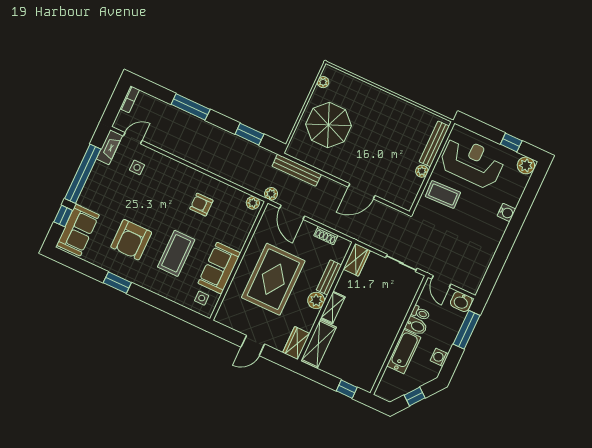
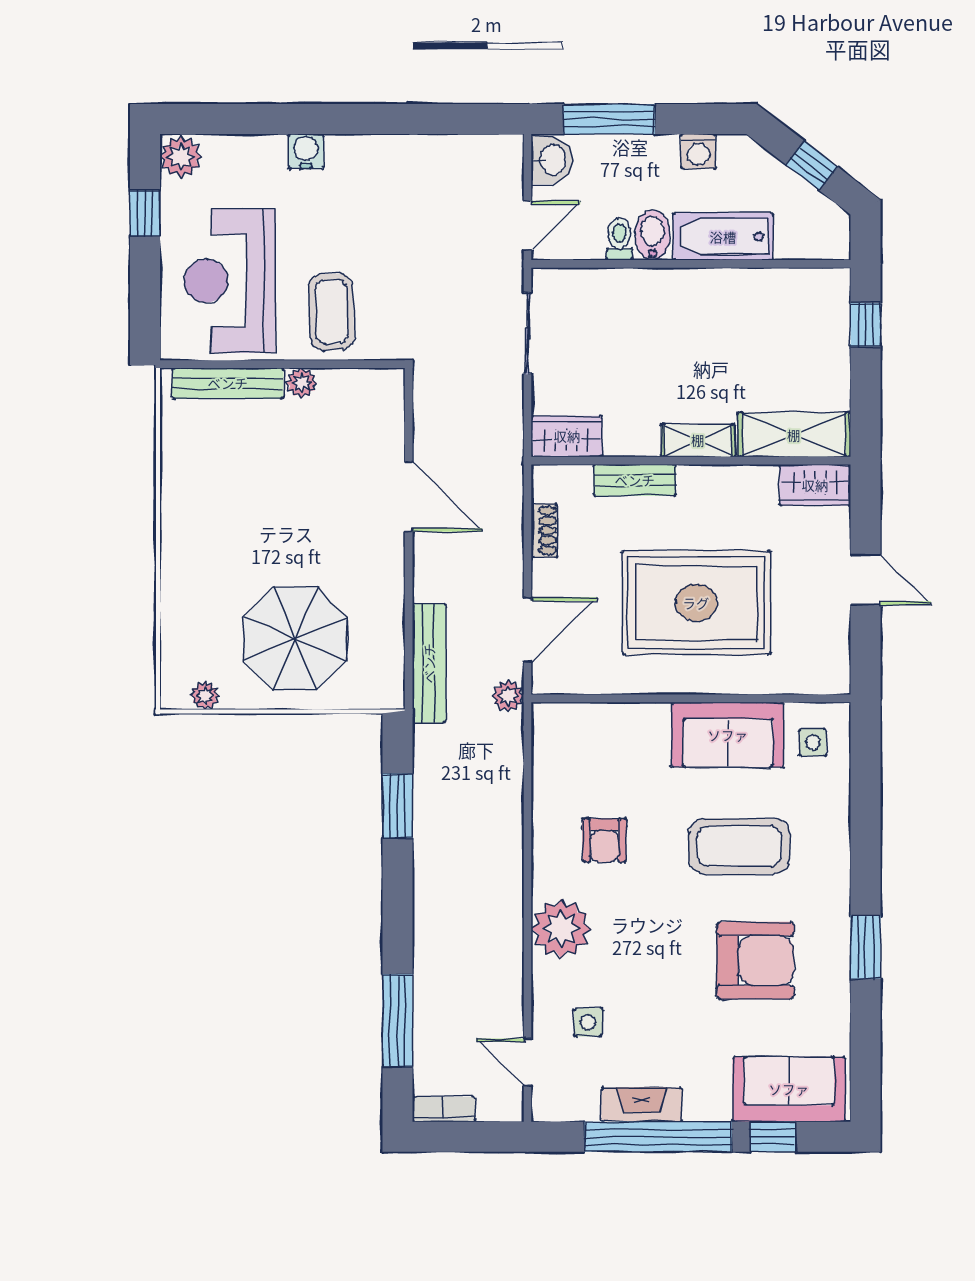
window: (191, 107) -> (398, 1020), moved
fireplace: (109, 147) -> (642, 1105), moved
plant: (253, 203) -> (561, 929), moved, width x1.87, depth x1.87
plant: (316, 300) -> (699, 485), removed

